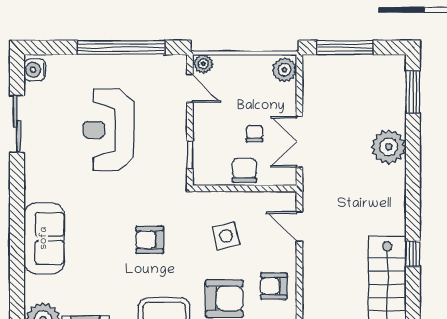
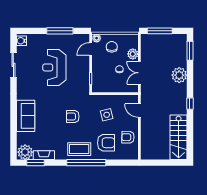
window: (121, 48) -> (60, 31), width x0.68
plant: (284, 70) -> (133, 54), moved
door: (190, 88) -> (91, 49), swing flipped
chair: (244, 170) -> (112, 47), moved
window: (413, 254) -> (190, 104), moved

